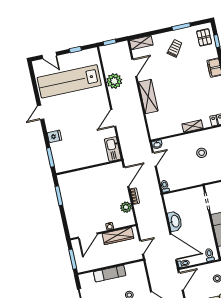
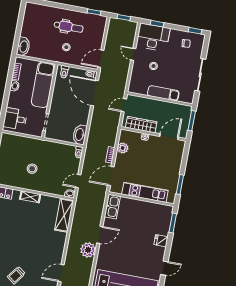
plant: (114, 81) -> (88, 250), moved
shelving: (148, 96) -> (64, 215), moved
kitchen unit: (88, 175) -> (145, 192), added
washbasin: (175, 221) -> (80, 135), moved

